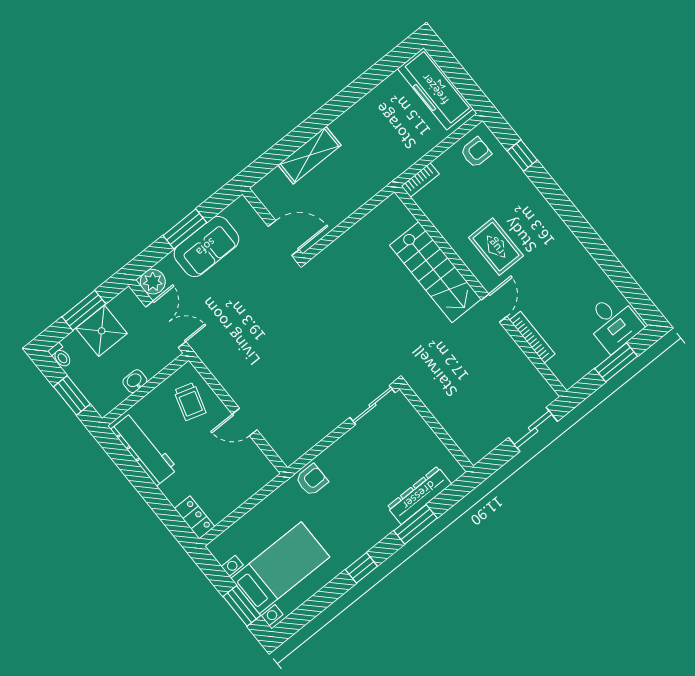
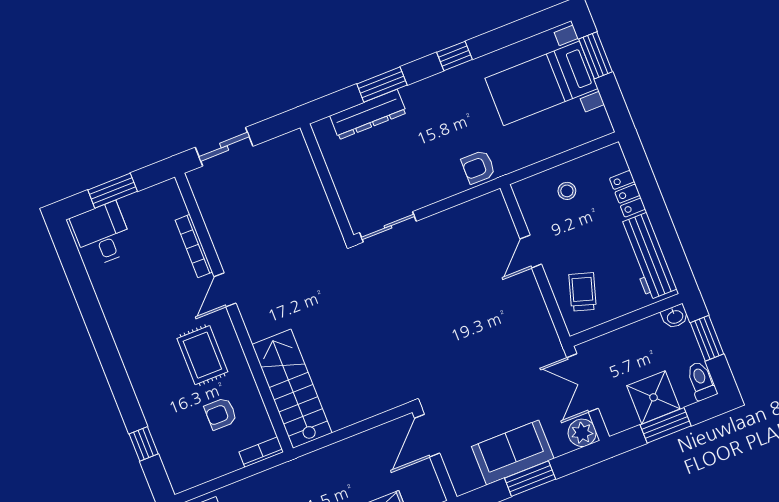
armchair: (476, 152) -> (221, 414), moved
door: (284, 238) -> (427, 436), hinge flipped
stairs: (435, 272) -> (292, 389), moved
toilet: (60, 356) -> (701, 381), width x1.37, depth x1.39
washbasin: (135, 381) -> (675, 316), moved
door: (245, 422) -> (531, 252), swing flipped
stool: (230, 483) -> (567, 191), added
locker: (194, 517) -> (627, 194), moved

